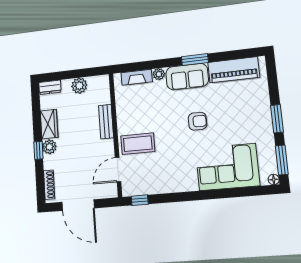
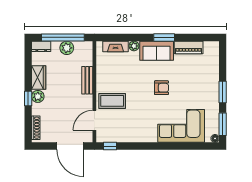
piano: (234, 70) -> (189, 47), width x0.73, depth x0.75
window: (74, 74) -> (63, 37), added
door: (78, 205) -> (70, 146), moved

